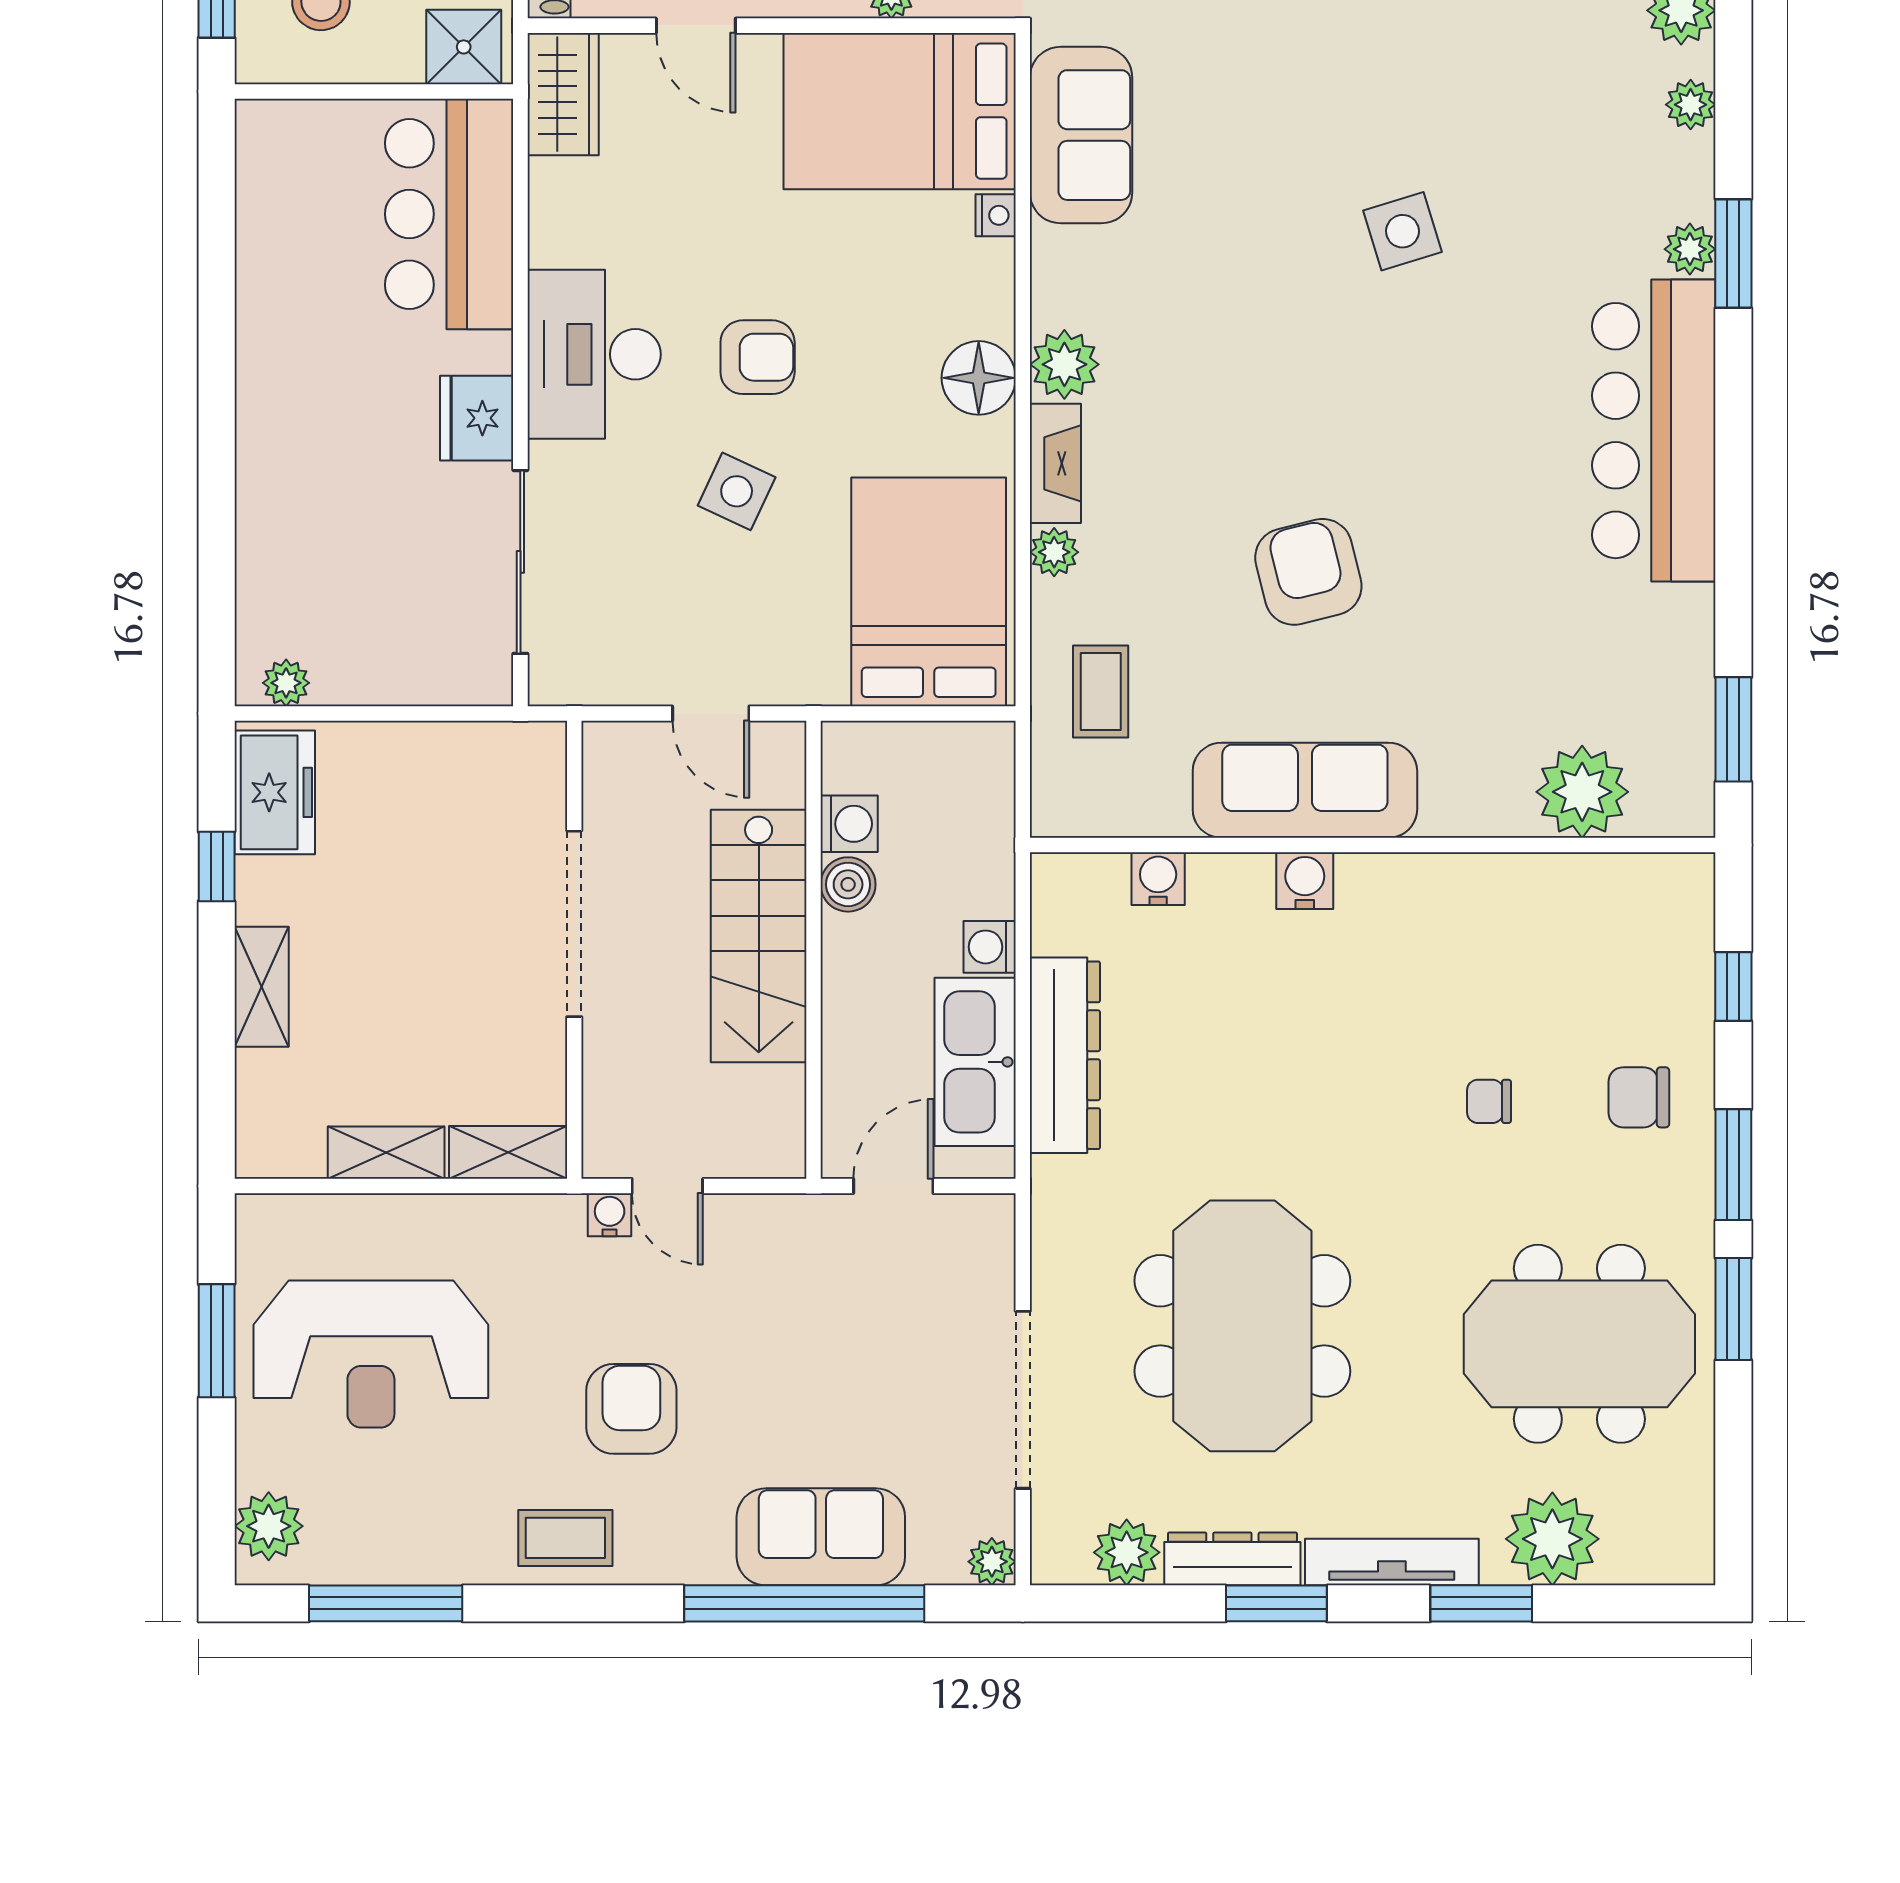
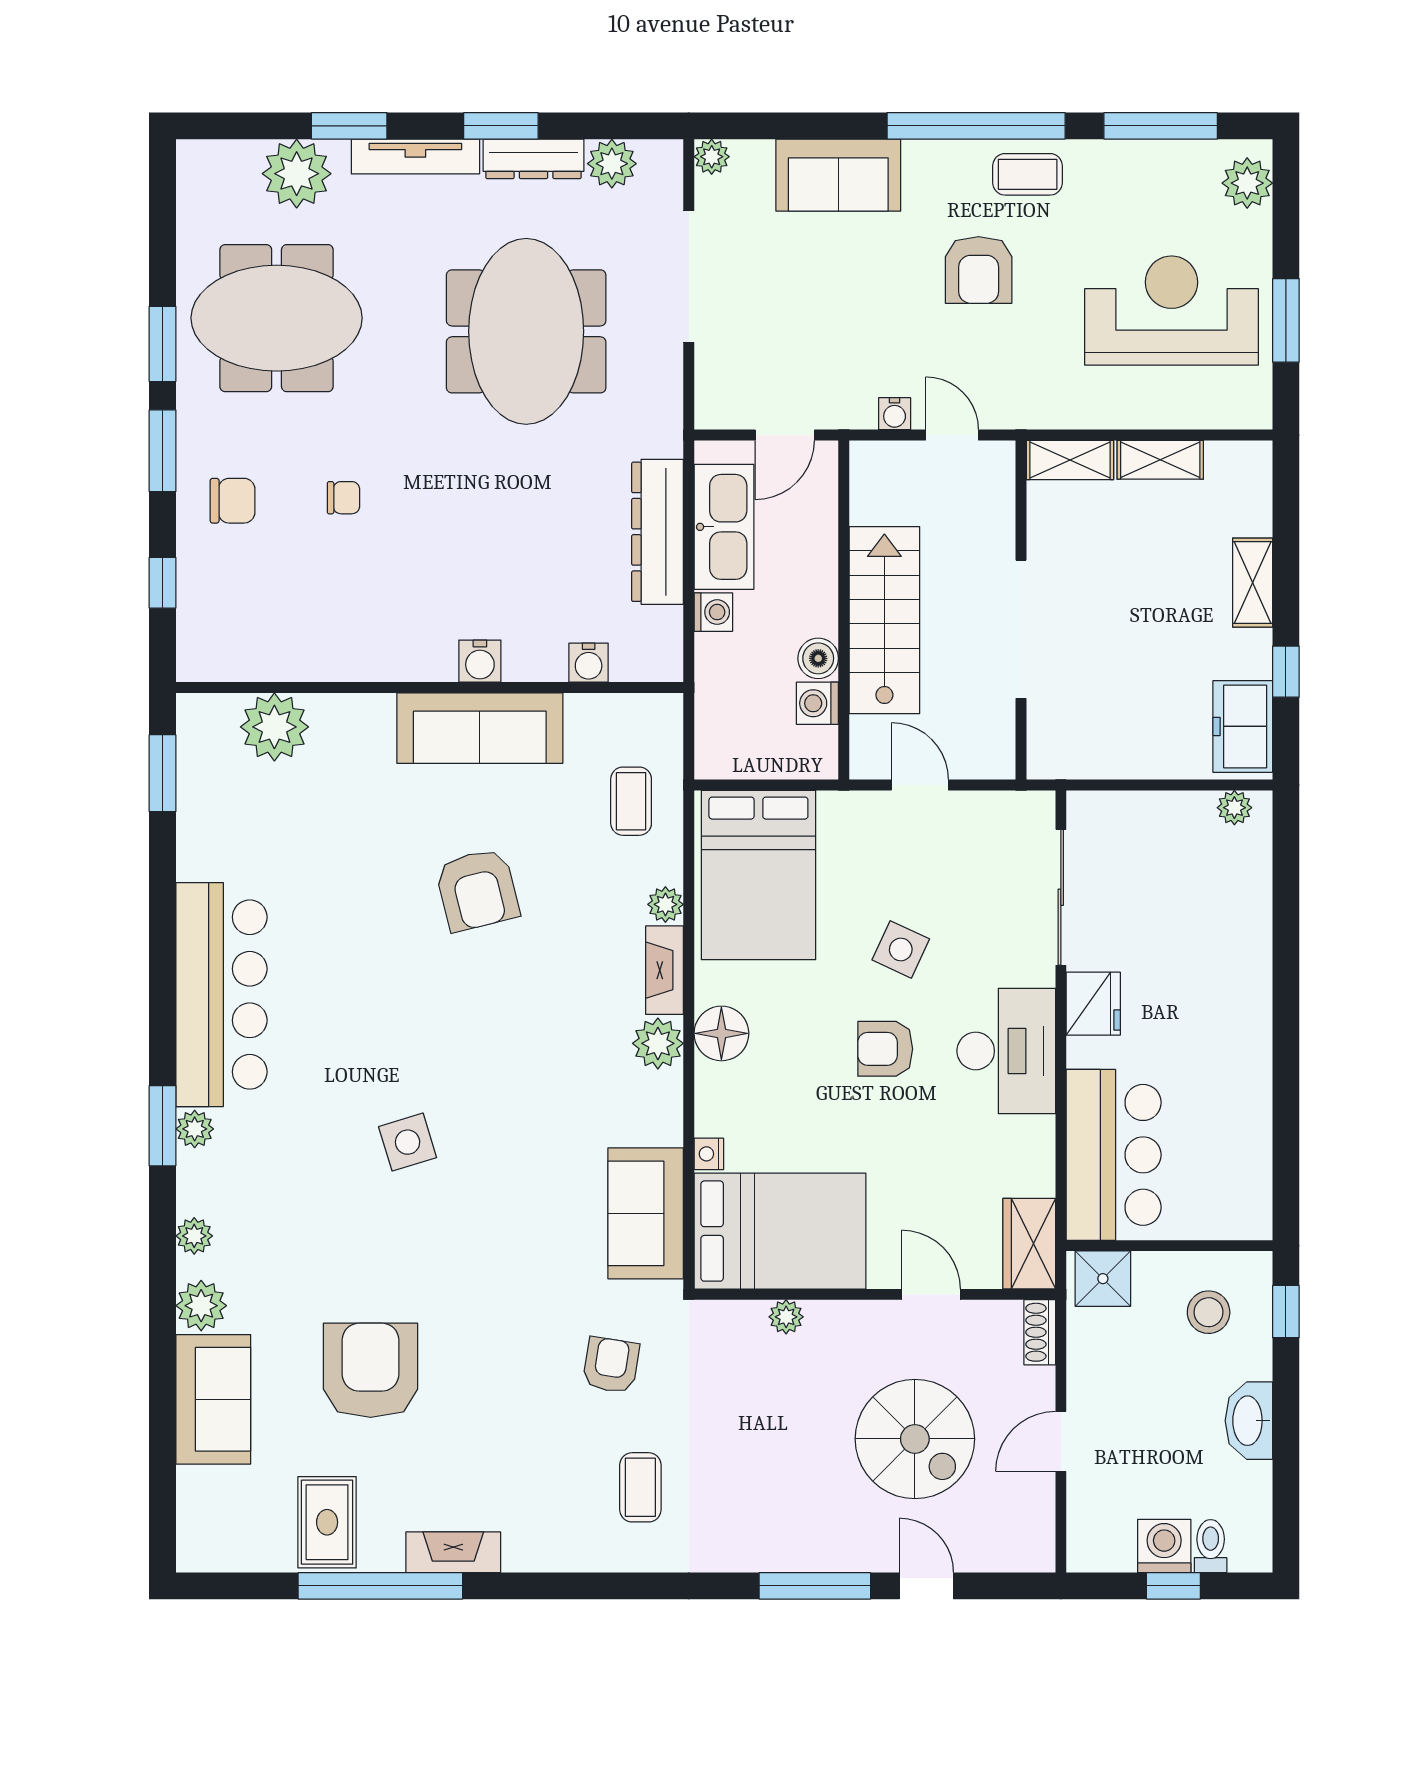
water cooler: (610, 1215) -> (895, 414), moved
window: (804, 1603) -> (976, 126), moved

